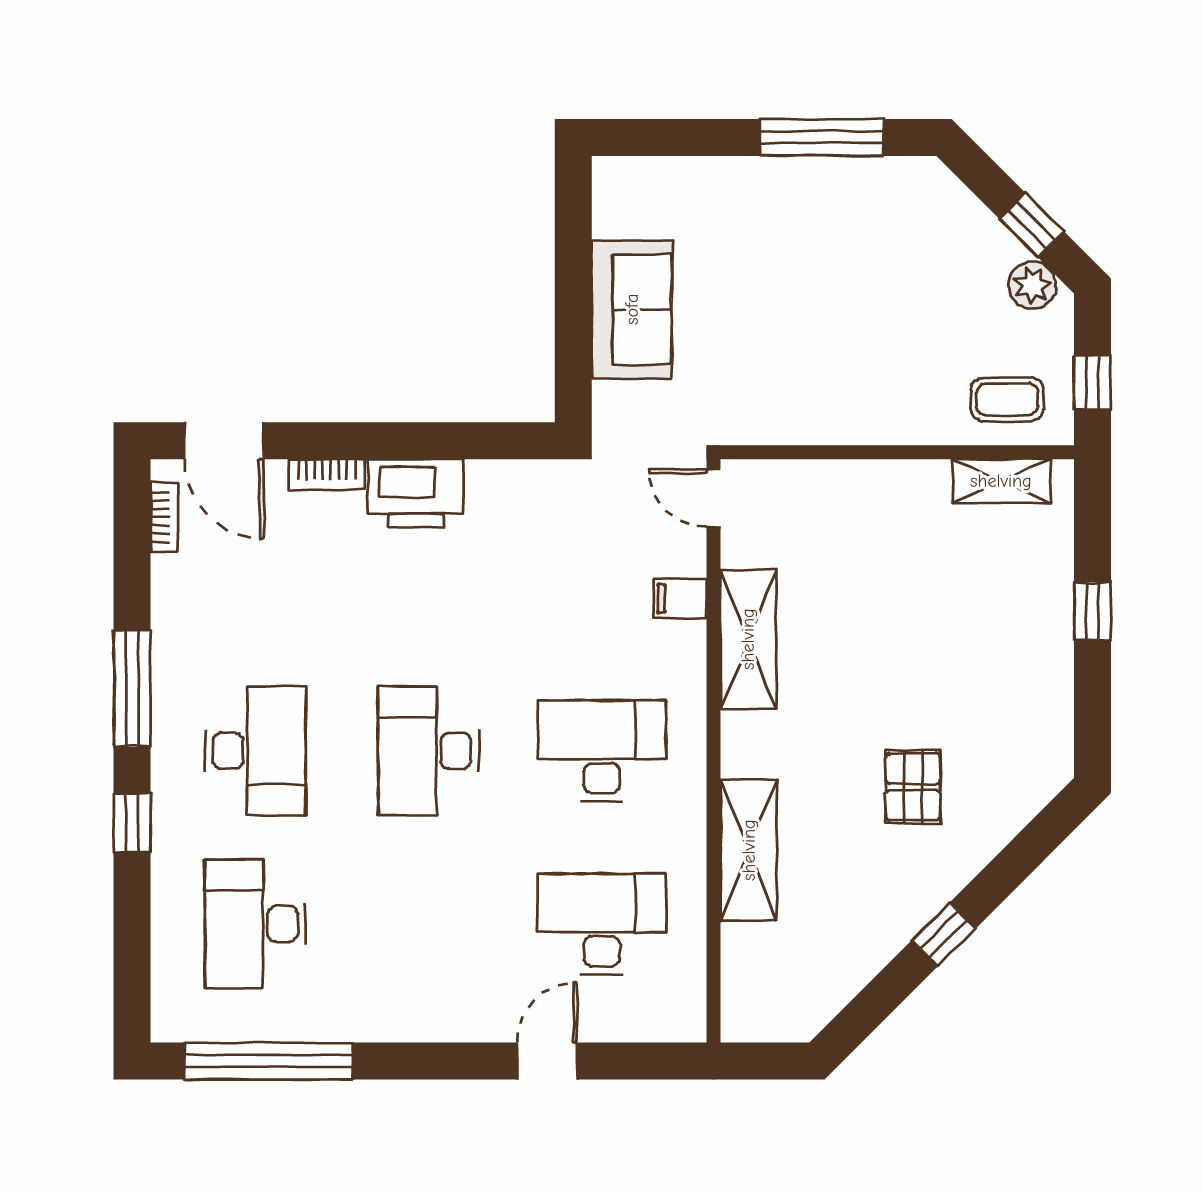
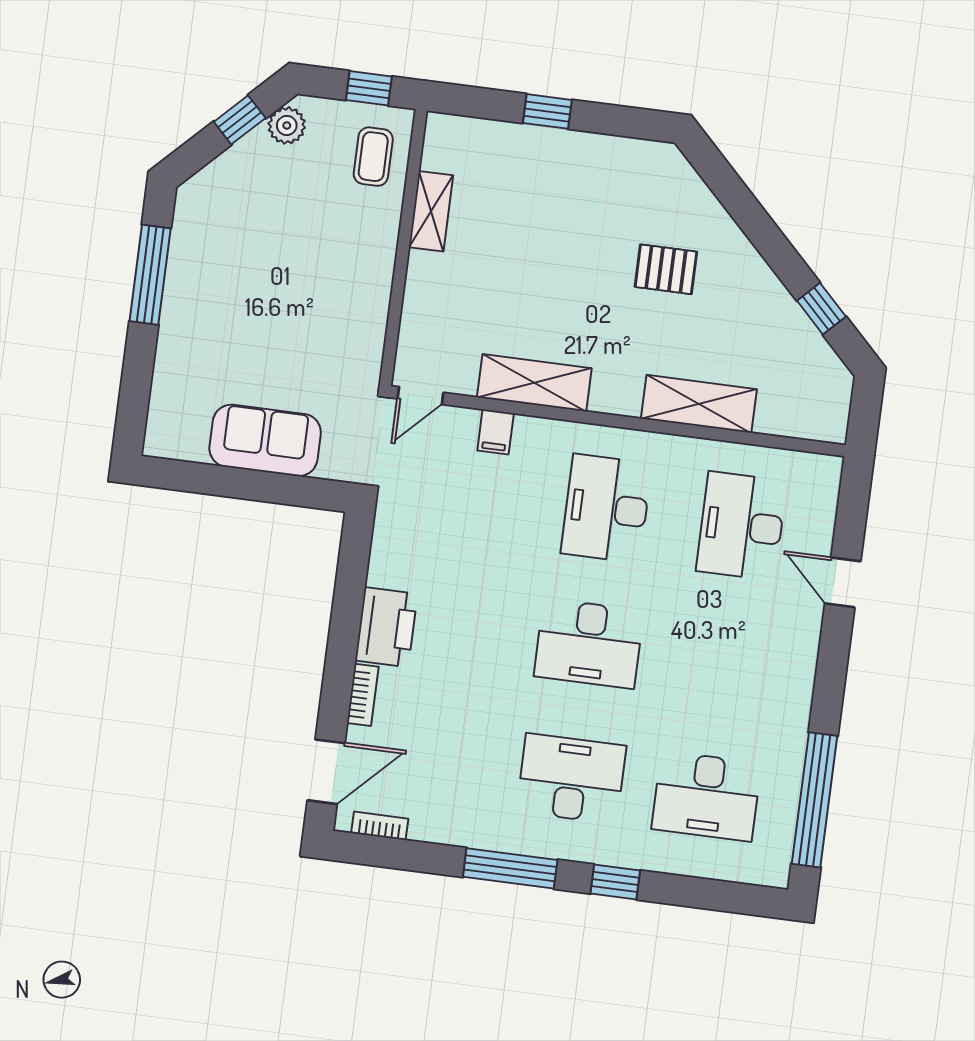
shelving: (1001, 481) -> (431, 211), moved
window: (944, 934) -> (821, 309), moved

